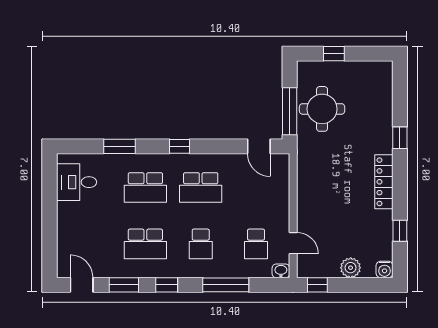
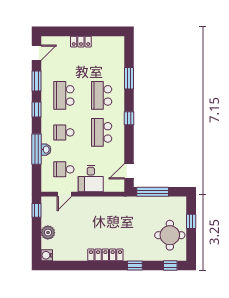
round table: (322, 109) -> (170, 235), moved
desk: (77, 182) -> (91, 178), moved, turned 180
locker: (65, 218) -> (81, 42), added
window: (400, 231) -> (170, 266), moved
washbasin: (281, 271) -> (46, 150), moved

